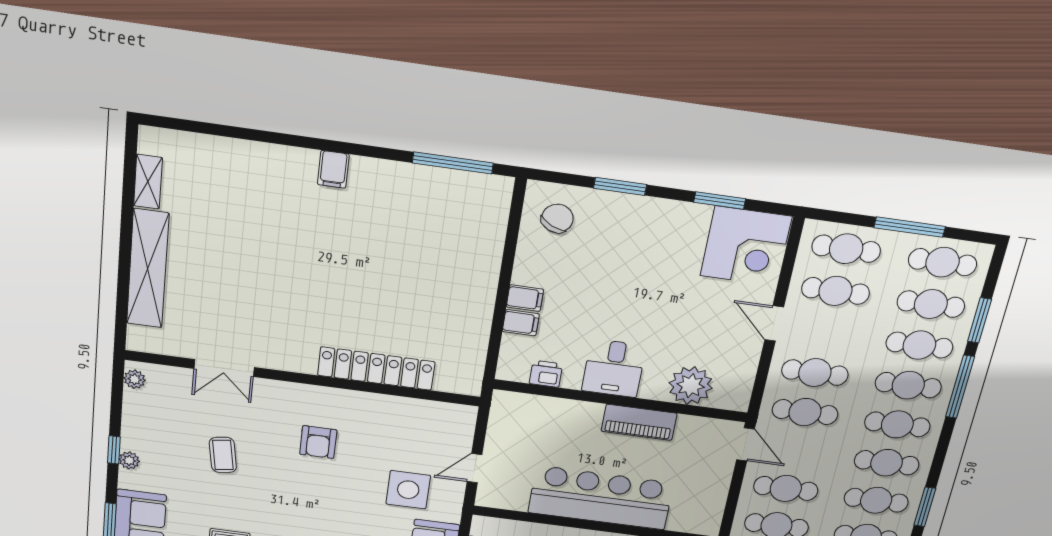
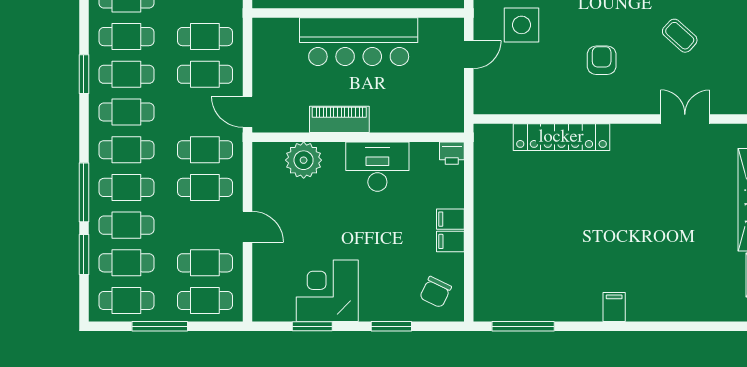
corner desk: (746, 246) -> (327, 291), moved
filing cabinet: (521, 323) -> (450, 241), moved
desk: (614, 368) -> (377, 167), width x1.37
printer: (546, 374) -> (452, 153), moved
coffee table: (223, 455) -> (680, 36), turned -39

